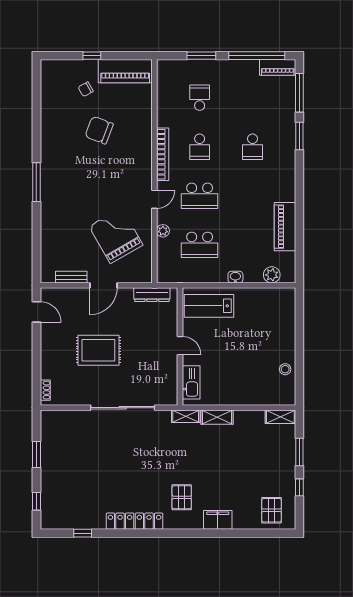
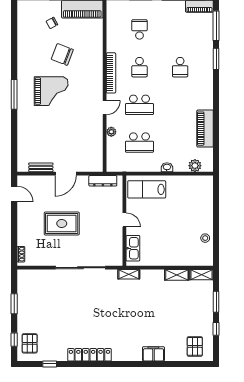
grand piano: (116, 236) -> (51, 91), moved, turned 120
shelving: (217, 417) -> (177, 275), moved
pallet: (182, 497) -> (30, 343), moved

